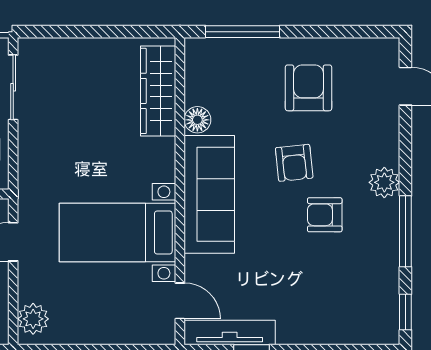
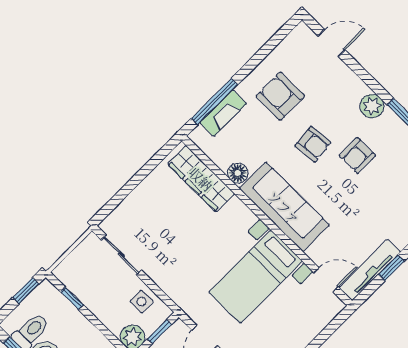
fireplace: (240, 50) -> (223, 113), added

